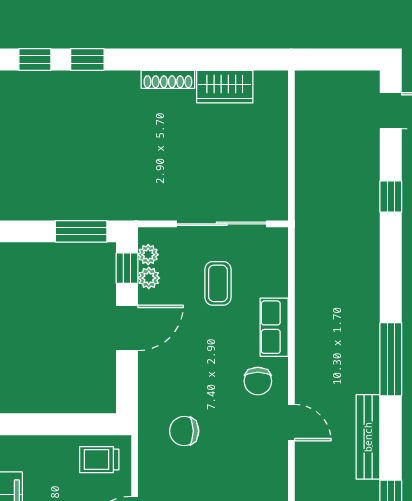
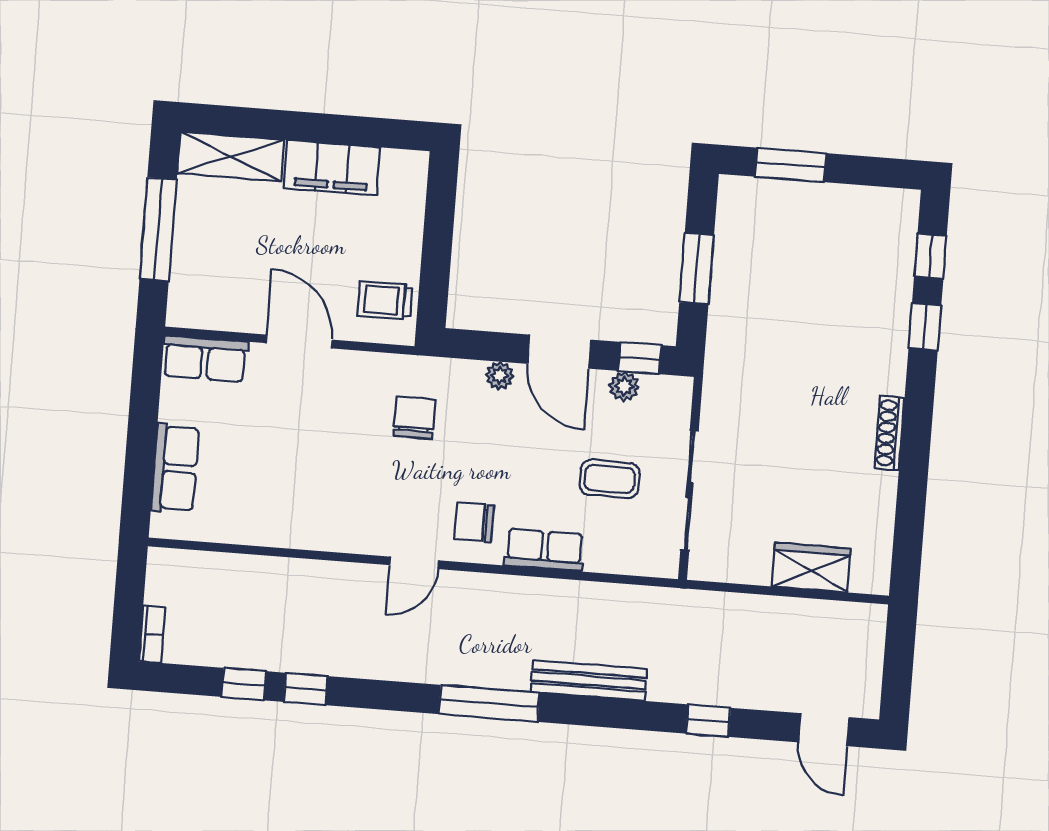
wardrobe: (225, 87) -> (811, 568), moved, turned 90
window: (81, 231) -> (697, 269), moved
plant: (148, 255) -> (500, 376), moved
bench: (368, 437) -> (589, 681), moved
trolley: (99, 460) -> (385, 300), turned -90

